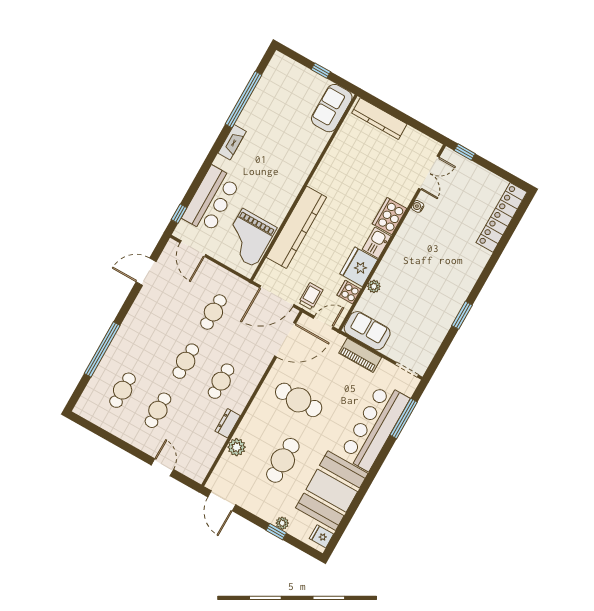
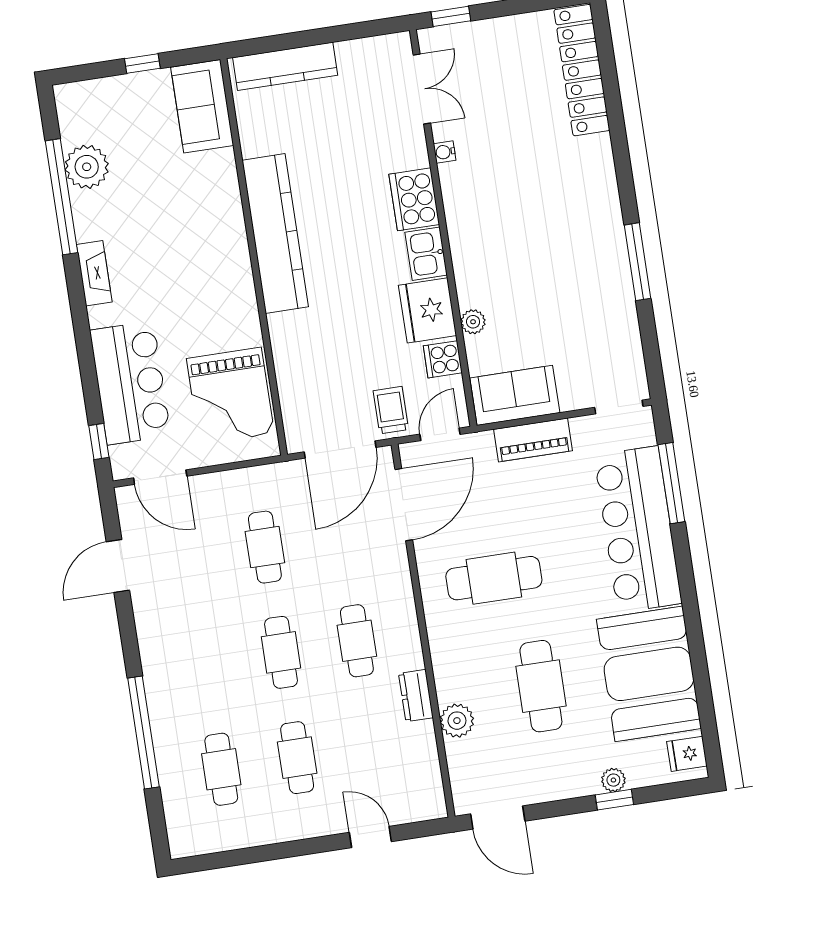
plant: (264, 95) -> (87, 167), added
kitchen counter: (296, 227) -> (275, 233), moved
window: (462, 315) -> (638, 262), width x1.44

